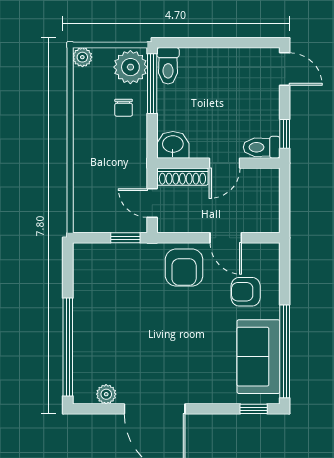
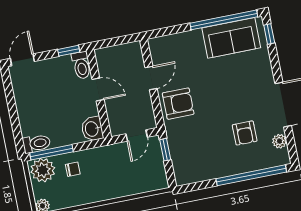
shoe rack: (182, 177) -> (114, 118), removed
armchair: (246, 292) -> (245, 133), moved

